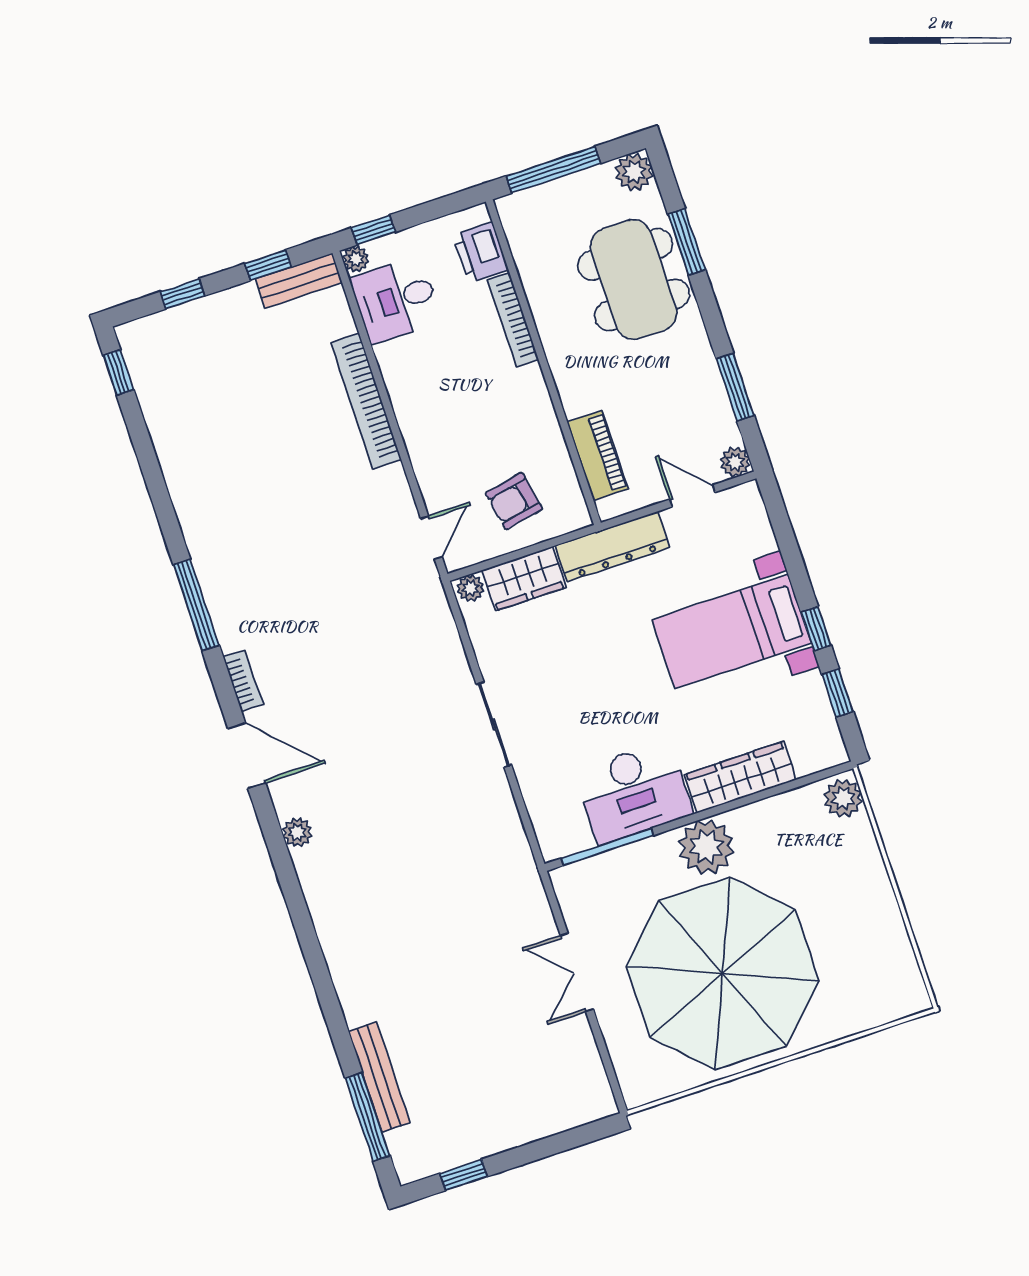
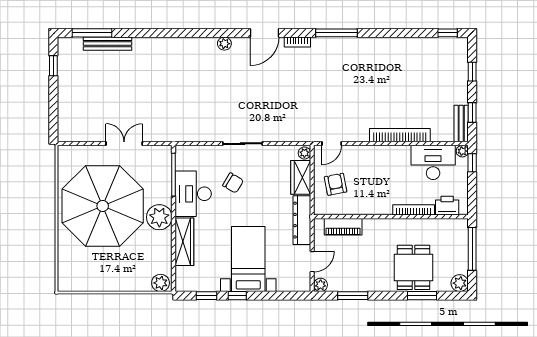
dining table: (634, 280) -> (414, 267), width x0.73
desk: (396, 300) -> (433, 162), width x1.37
door: (431, 538) -> (332, 144), hinge flipped
chair: (583, 717) -> (233, 183), added

